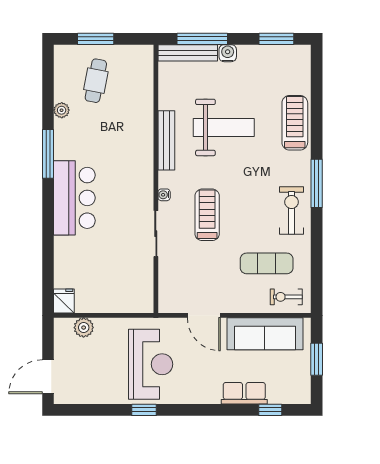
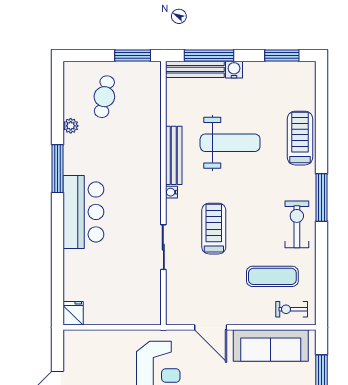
window: (96, 39) -> (133, 56), moved
water cooler: (164, 195) -> (172, 192), moved
plant: (84, 328) -> (92, 339), removed

